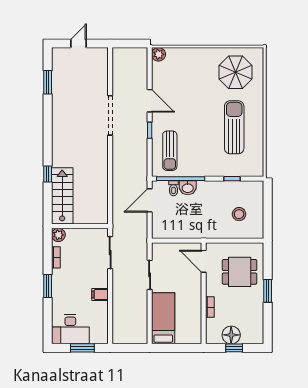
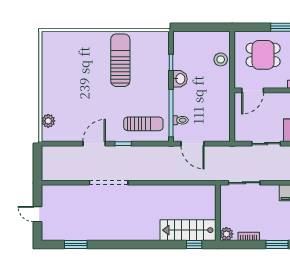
plant: (159, 54) -> (48, 121), moved
parasol: (235, 72) -> (66, 59), removed
sun lounger: (234, 127) -> (120, 60), turned 90
window: (48, 174) -> (194, 245), moved
washbasin: (188, 188) -> (180, 79), moved
stool: (239, 214) -> (221, 59), moved
dining table: (240, 272) -> (263, 55), turned 90

